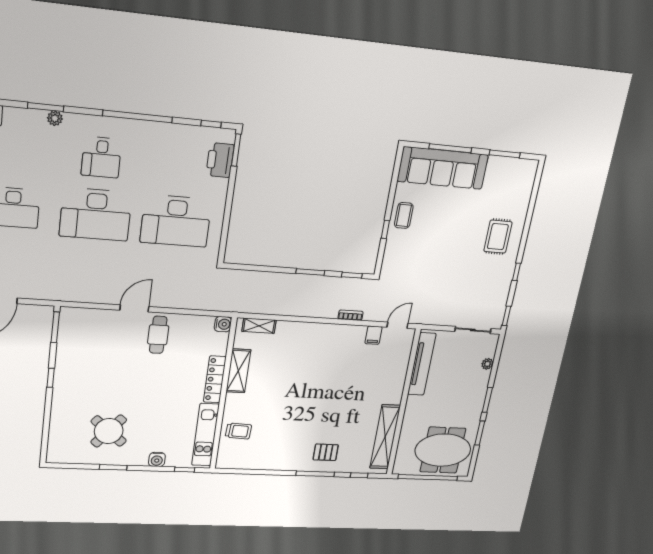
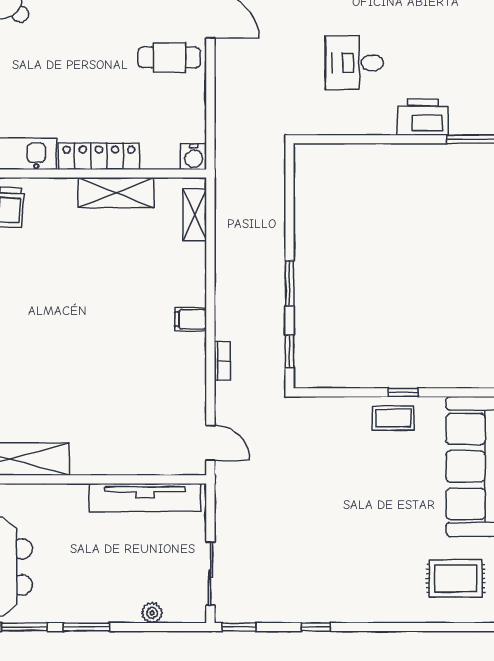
printer: (220, 160) -> (423, 117), moved
desk: (176, 221) -> (354, 63), width x0.53, depth x0.77
window: (385, 229) -> (403, 392), moved
rug: (498, 237) -> (456, 578), moved
filing cabinet: (373, 335) -> (191, 319), moved

